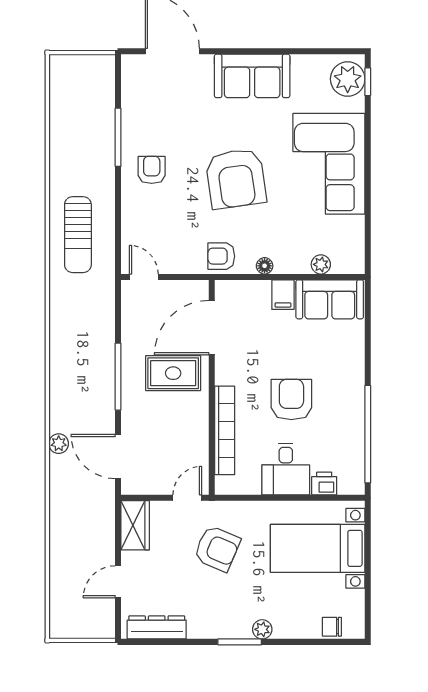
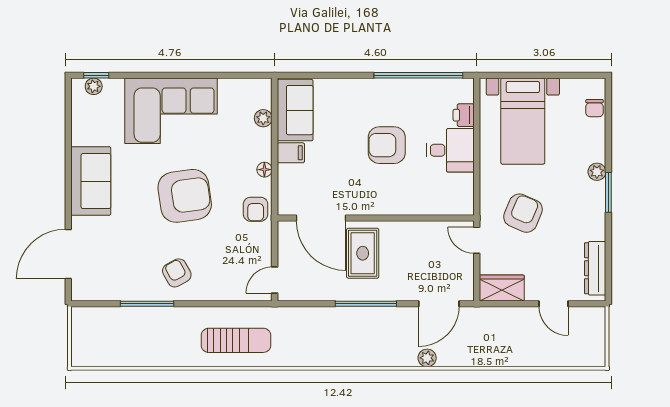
plant: (348, 79) -> (94, 86), width x0.53, depth x0.53
armchair: (152, 170) -> (177, 273), turned 61
bookcase: (225, 430) -> (415, 206), removed

